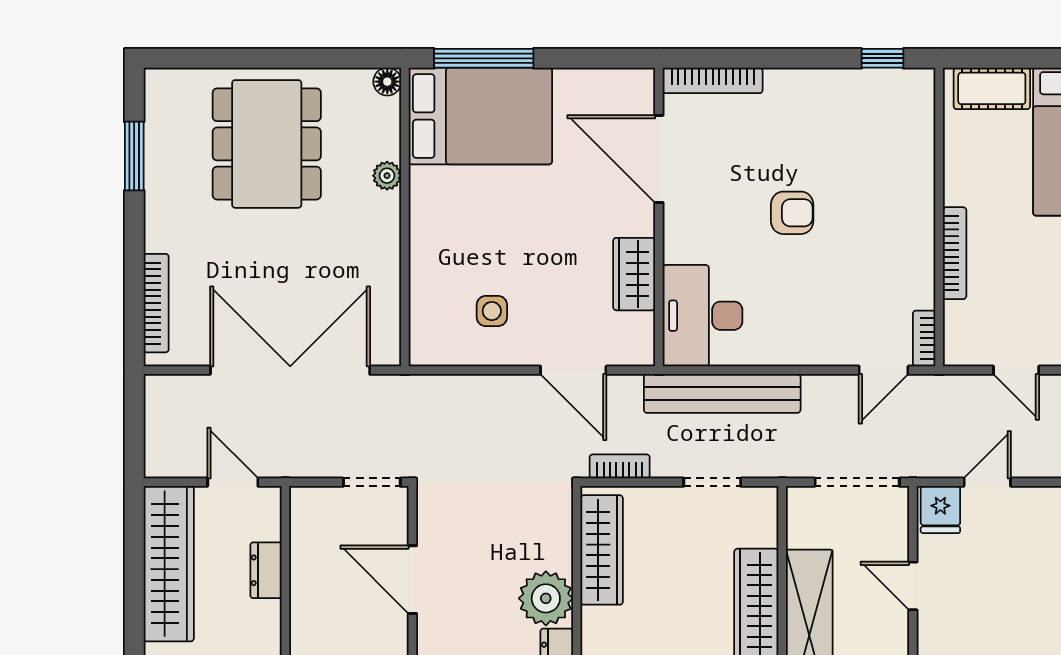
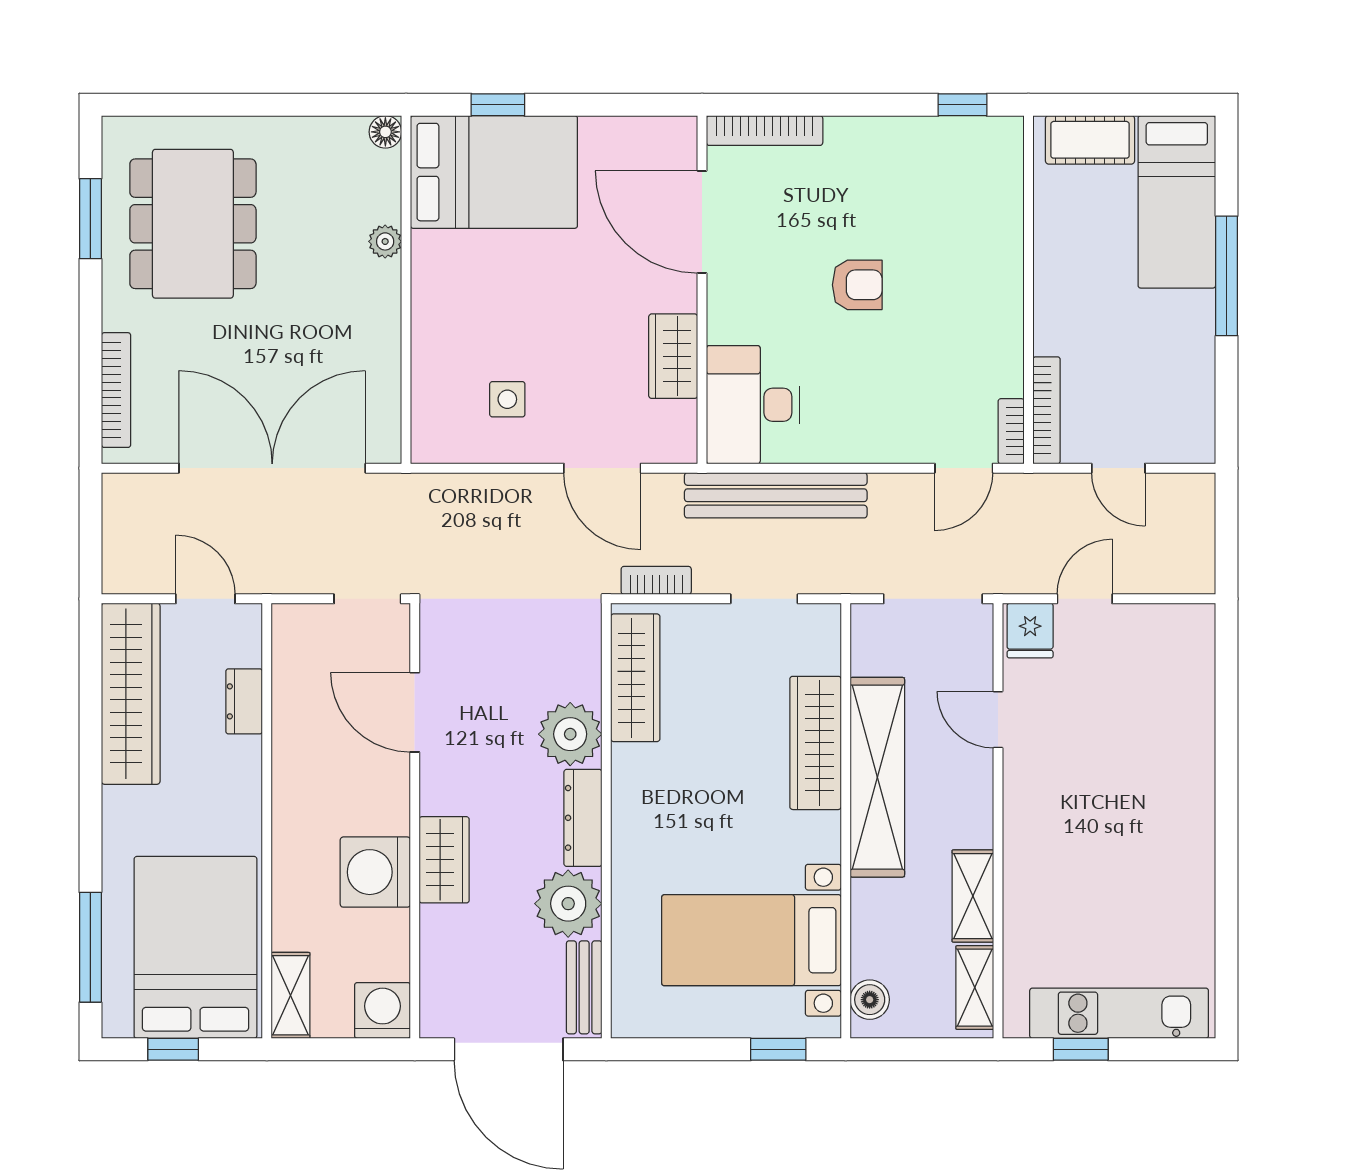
window: (484, 58) -> (498, 105), width x0.46
dining table: (267, 144) -> (193, 224), moved
bookcase: (955, 253) -> (1047, 410), moved

